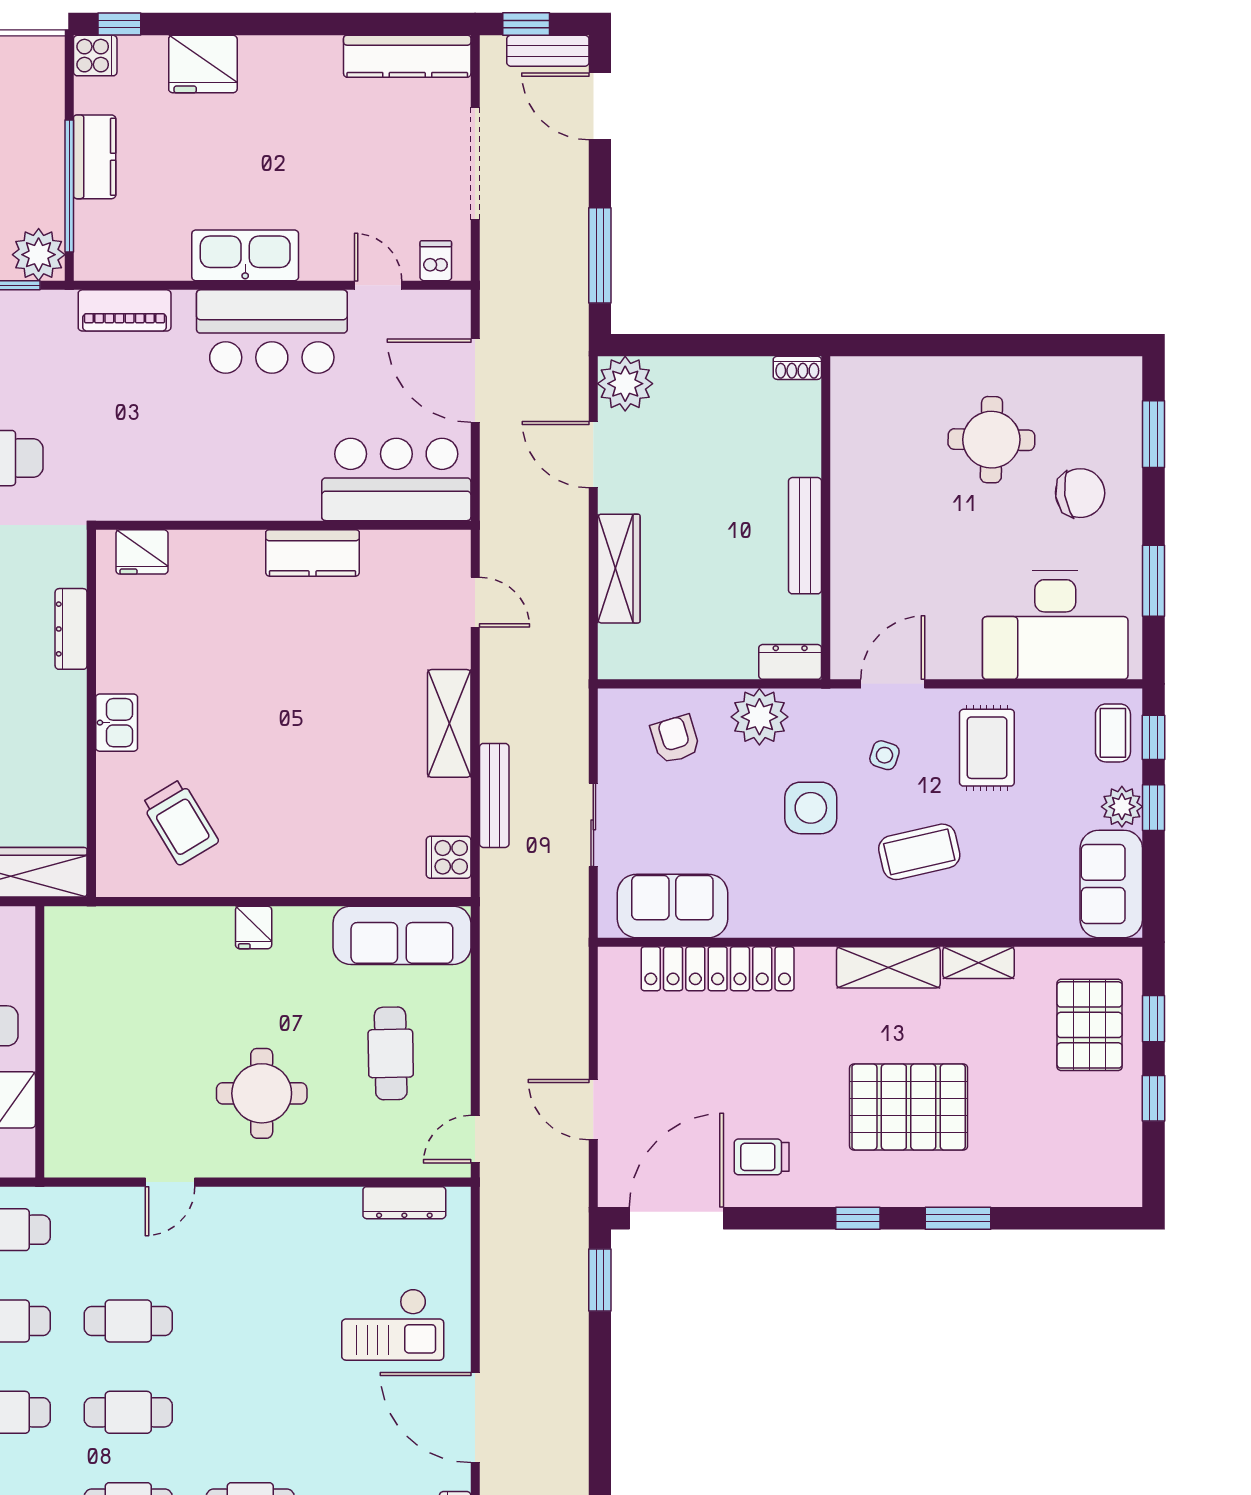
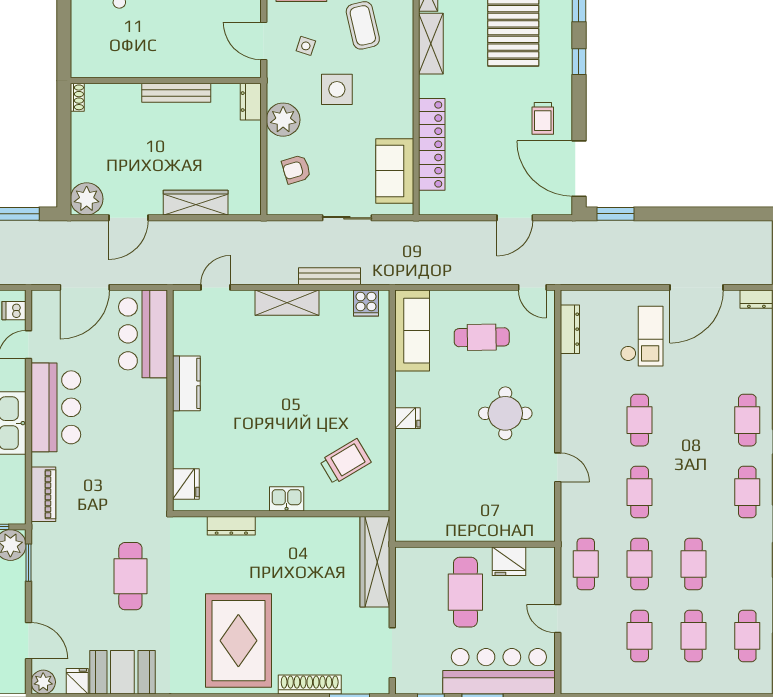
cafe table: (128, 1412) -> (640, 420), moved

